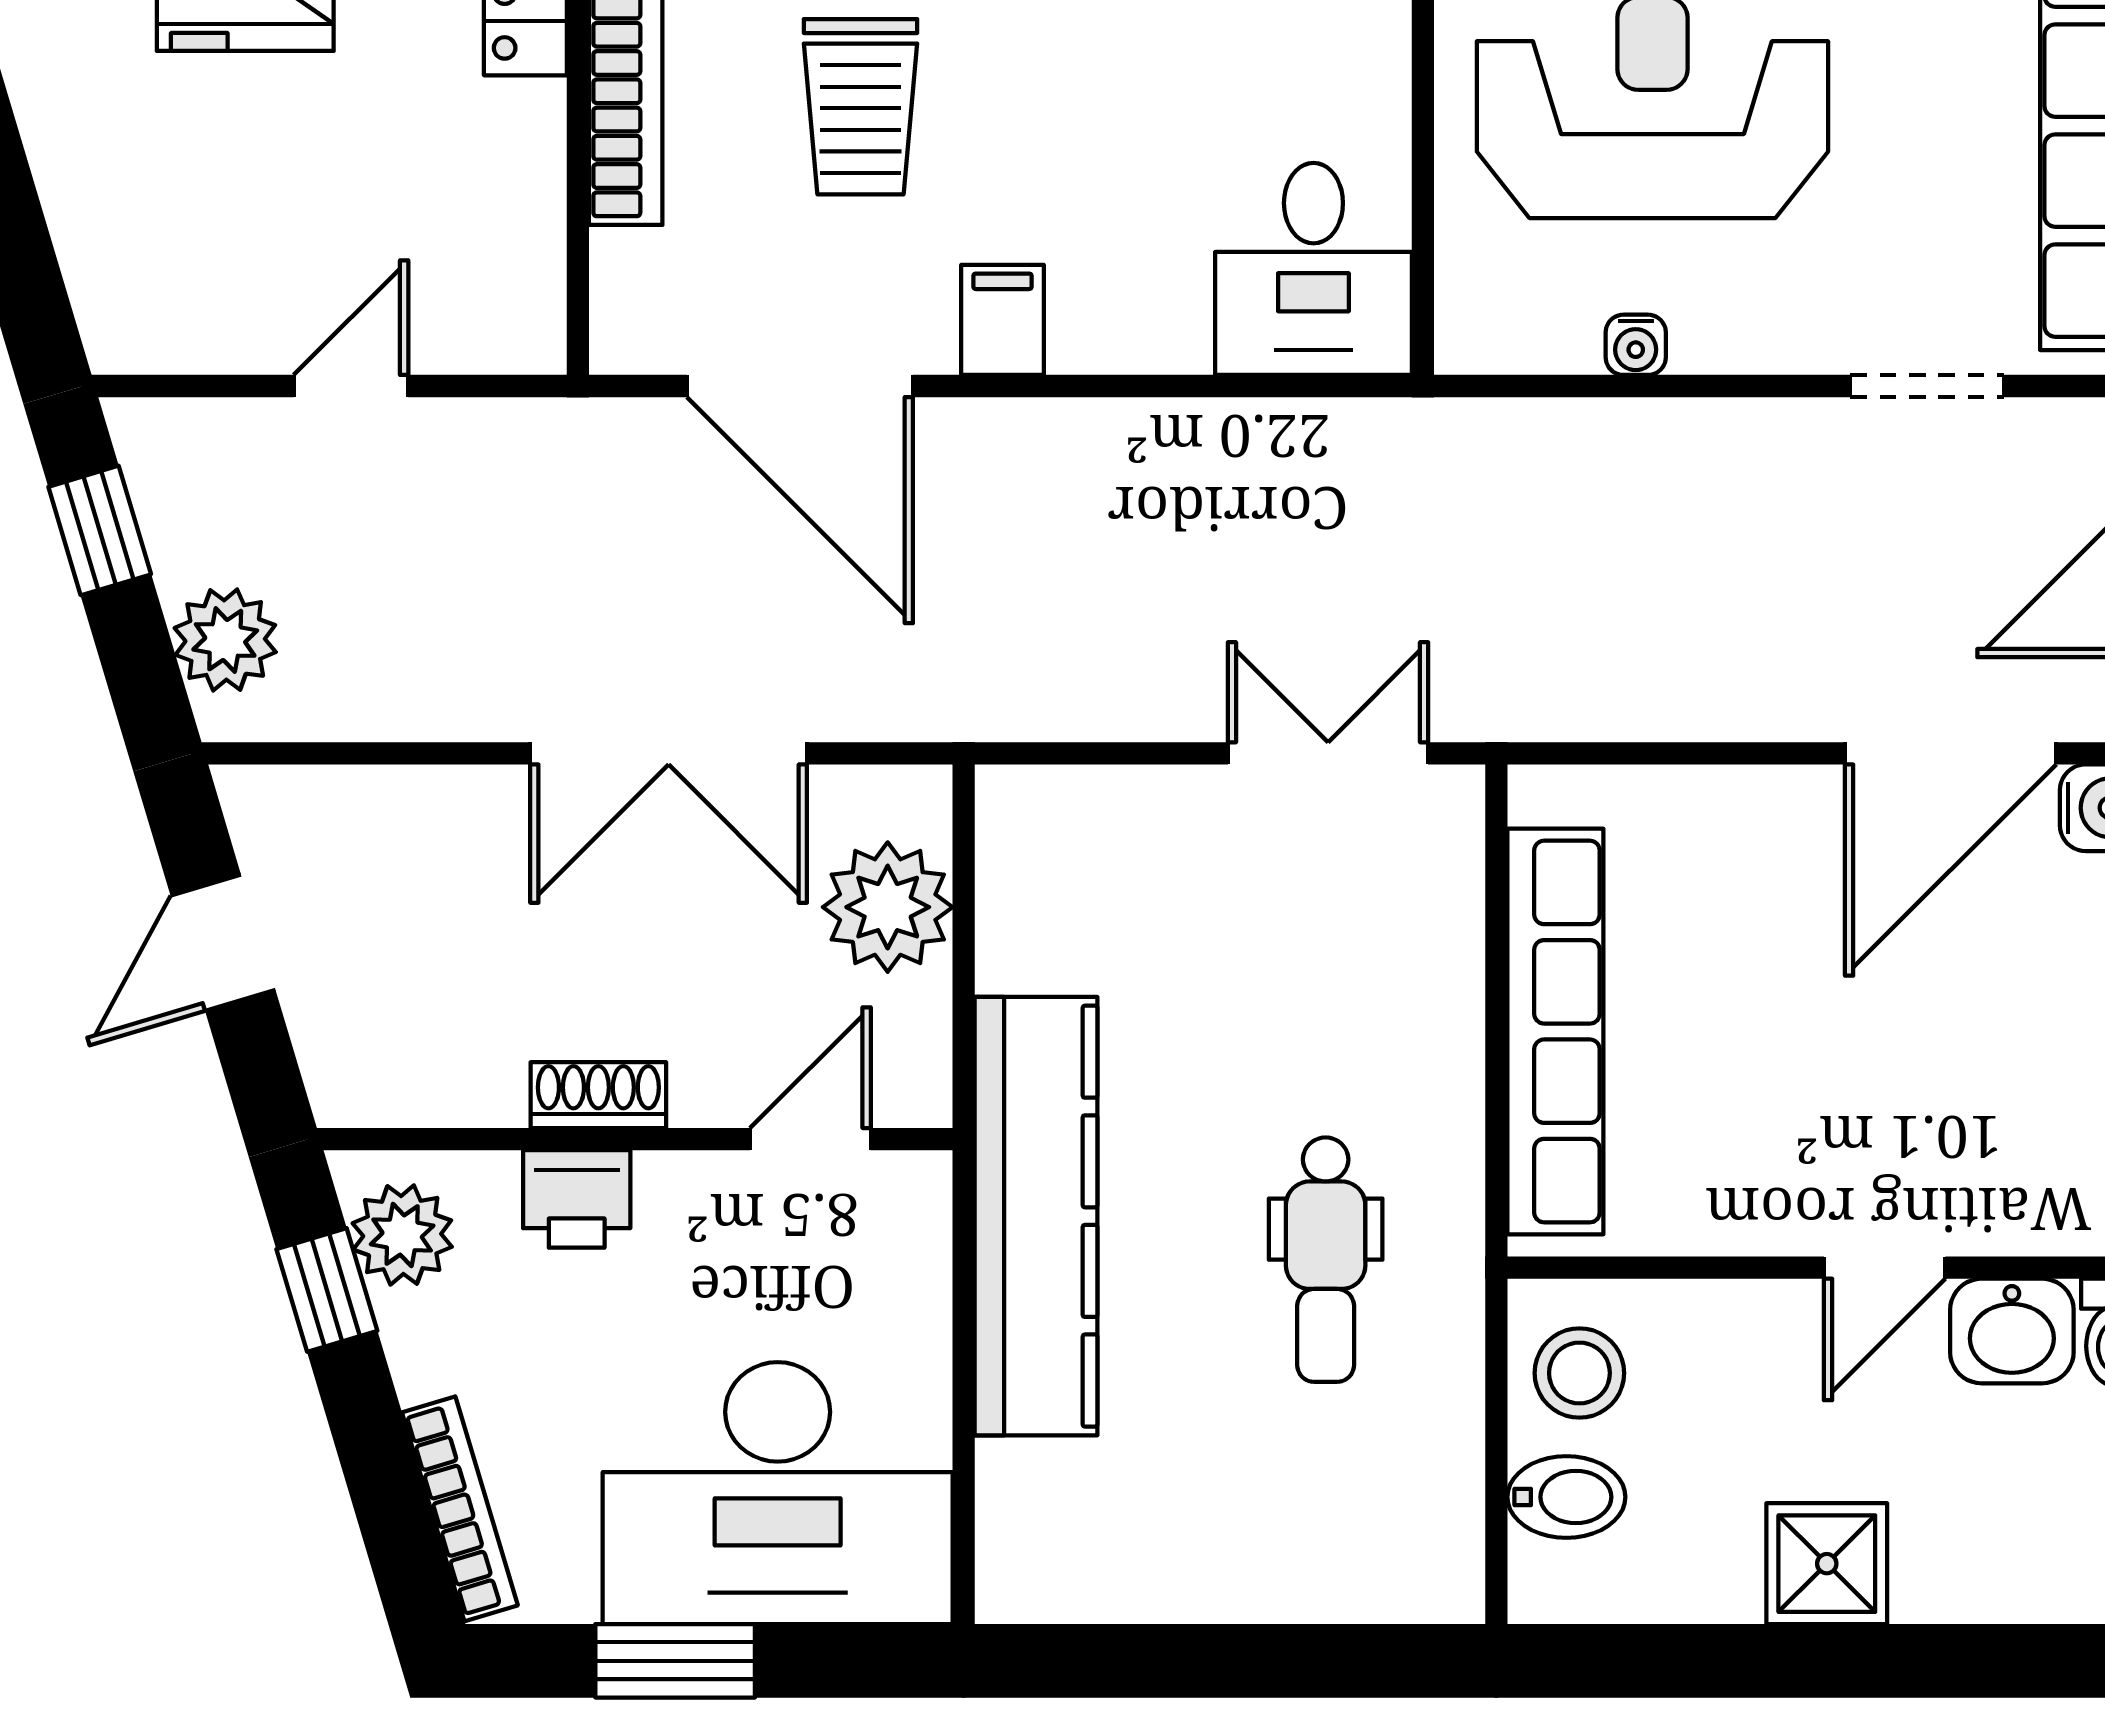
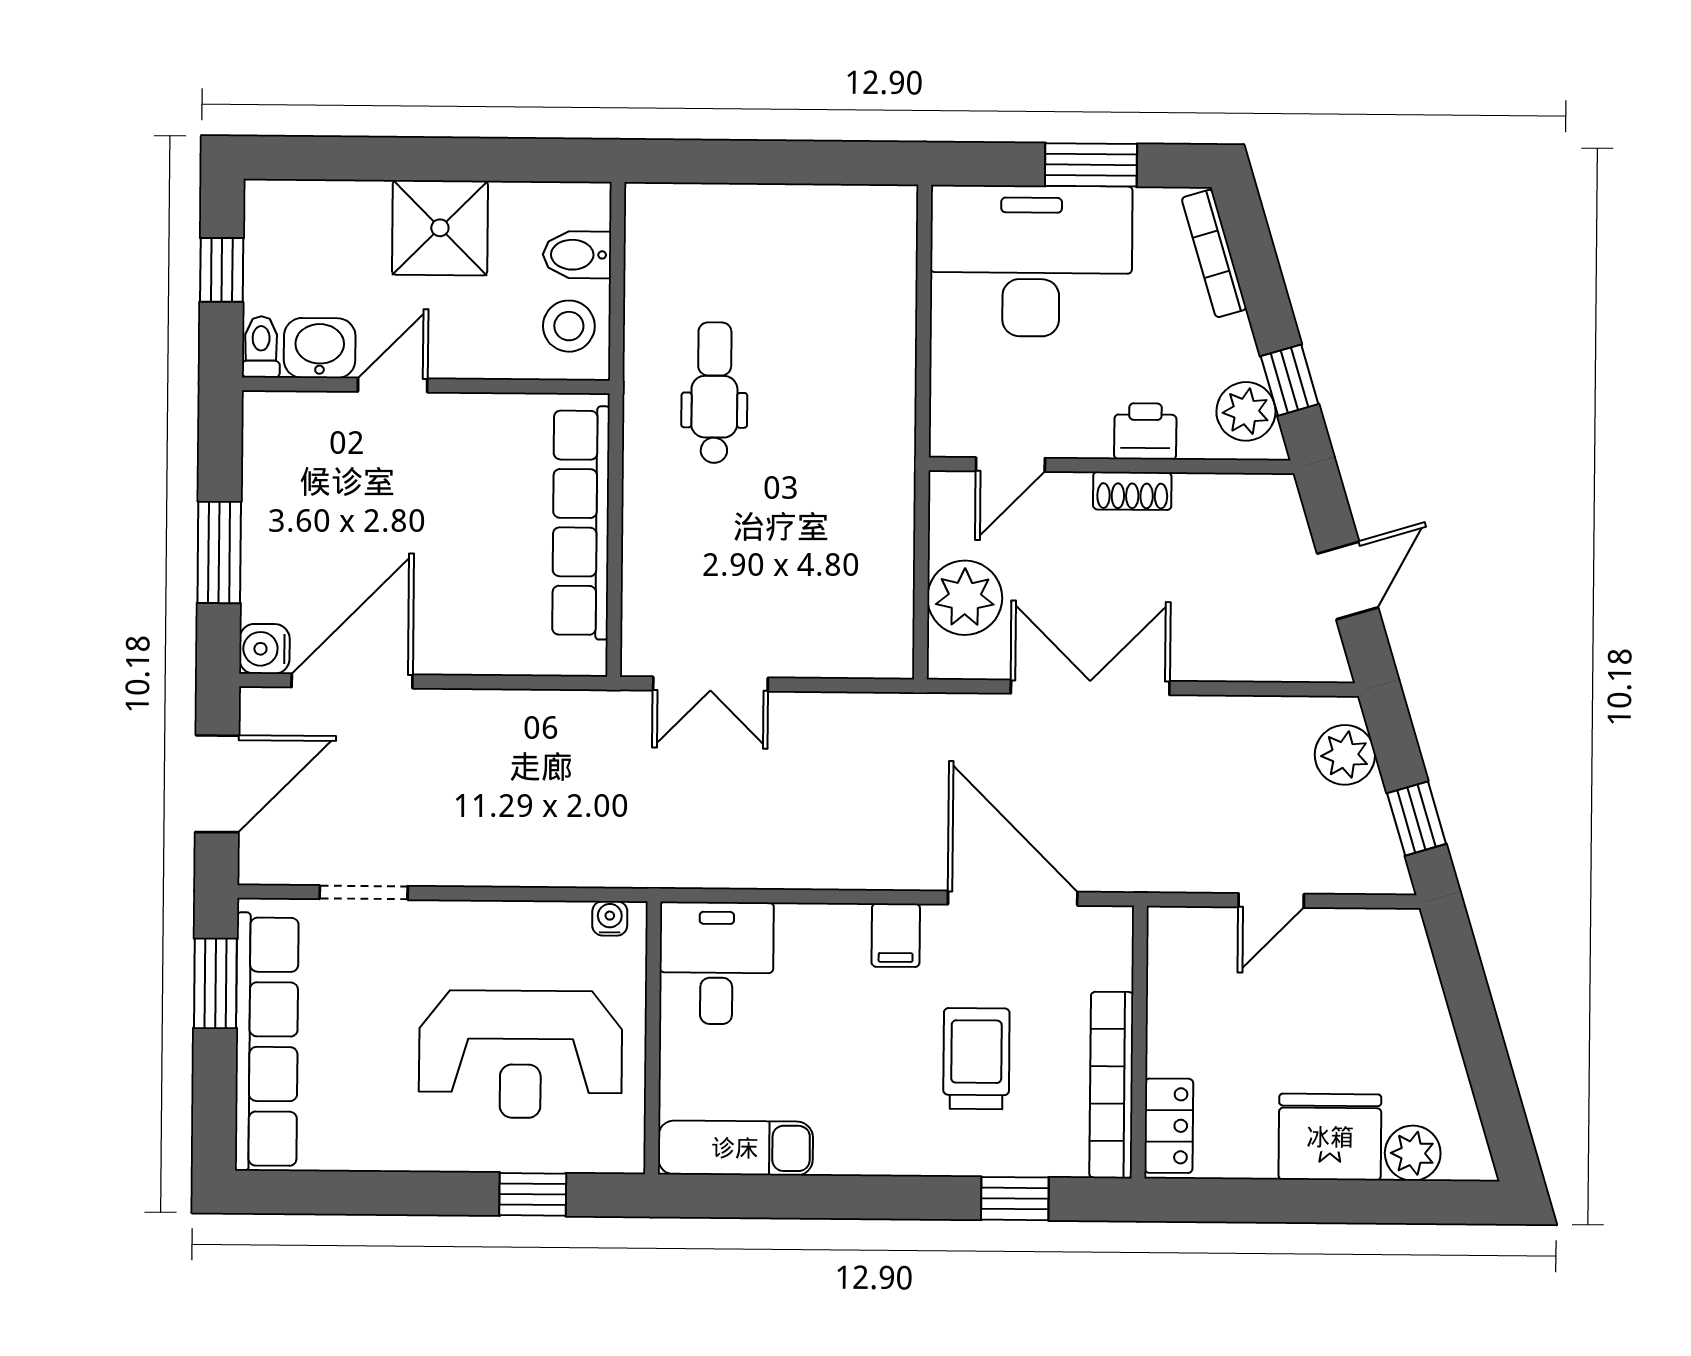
water cooler: (1636, 345) -> (610, 918), moved
kitchen counter: (1036, 1216) -> (881, 419), removed
shower: (1827, 1564) -> (440, 228), width x1.36, depth x1.36

